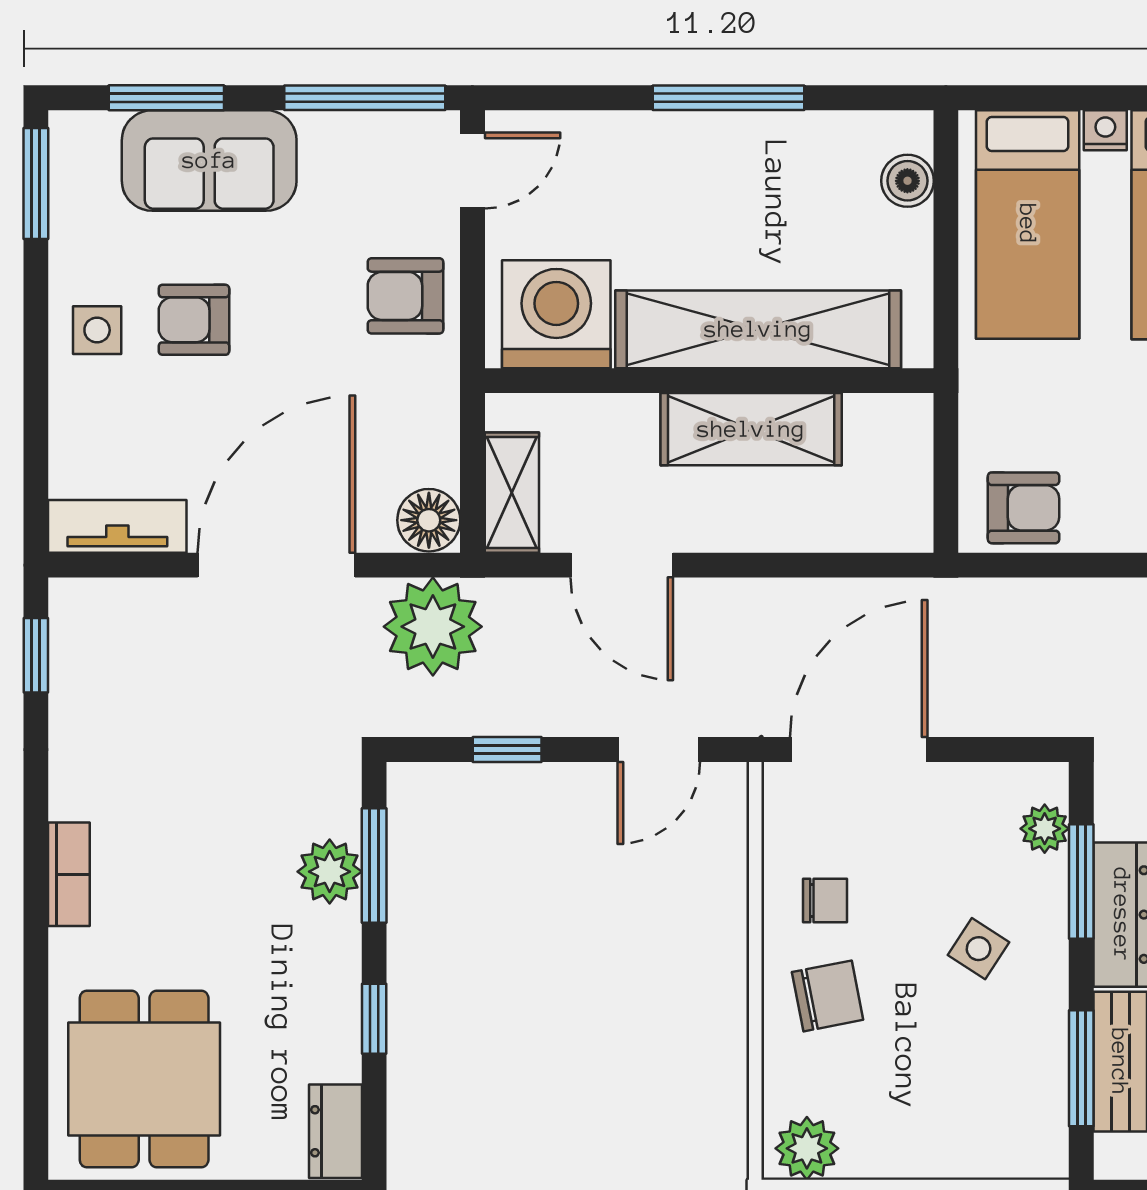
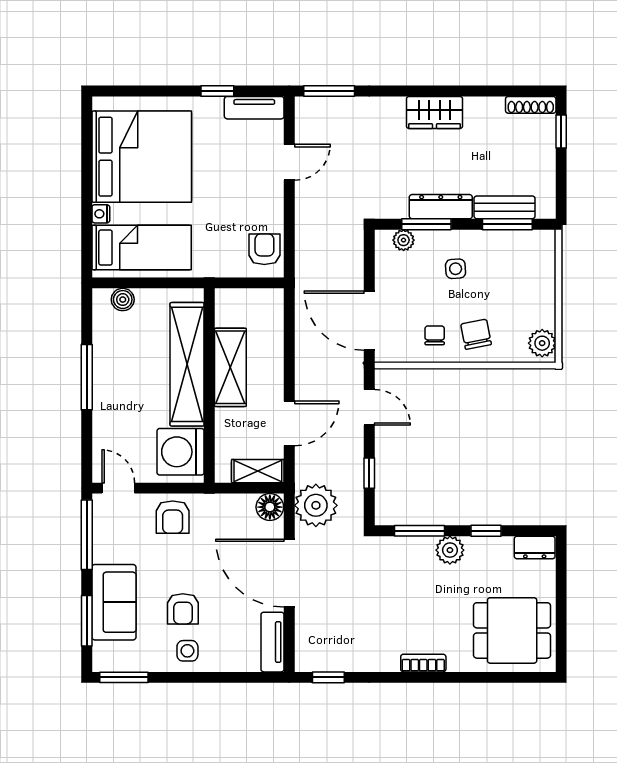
plant: (330, 872) -> (450, 550), moved
side table: (979, 949) -> (456, 269), turned -37

